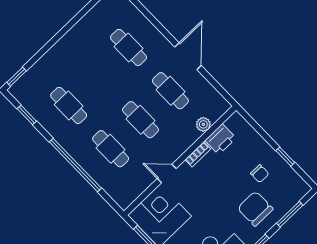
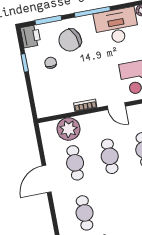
plant: (203, 124) -> (69, 129), width x1.88, depth x1.88
printer: (220, 139) -> (31, 36), moved, turned 90
chair: (255, 209) -> (70, 40), turned 69

